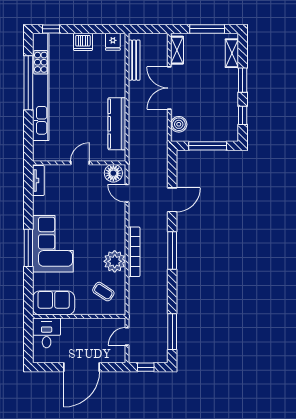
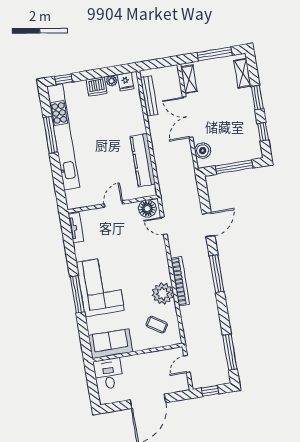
plant: (99, 39) -> (112, 81), added
window: (28, 83) -> (51, 135), width x0.68

